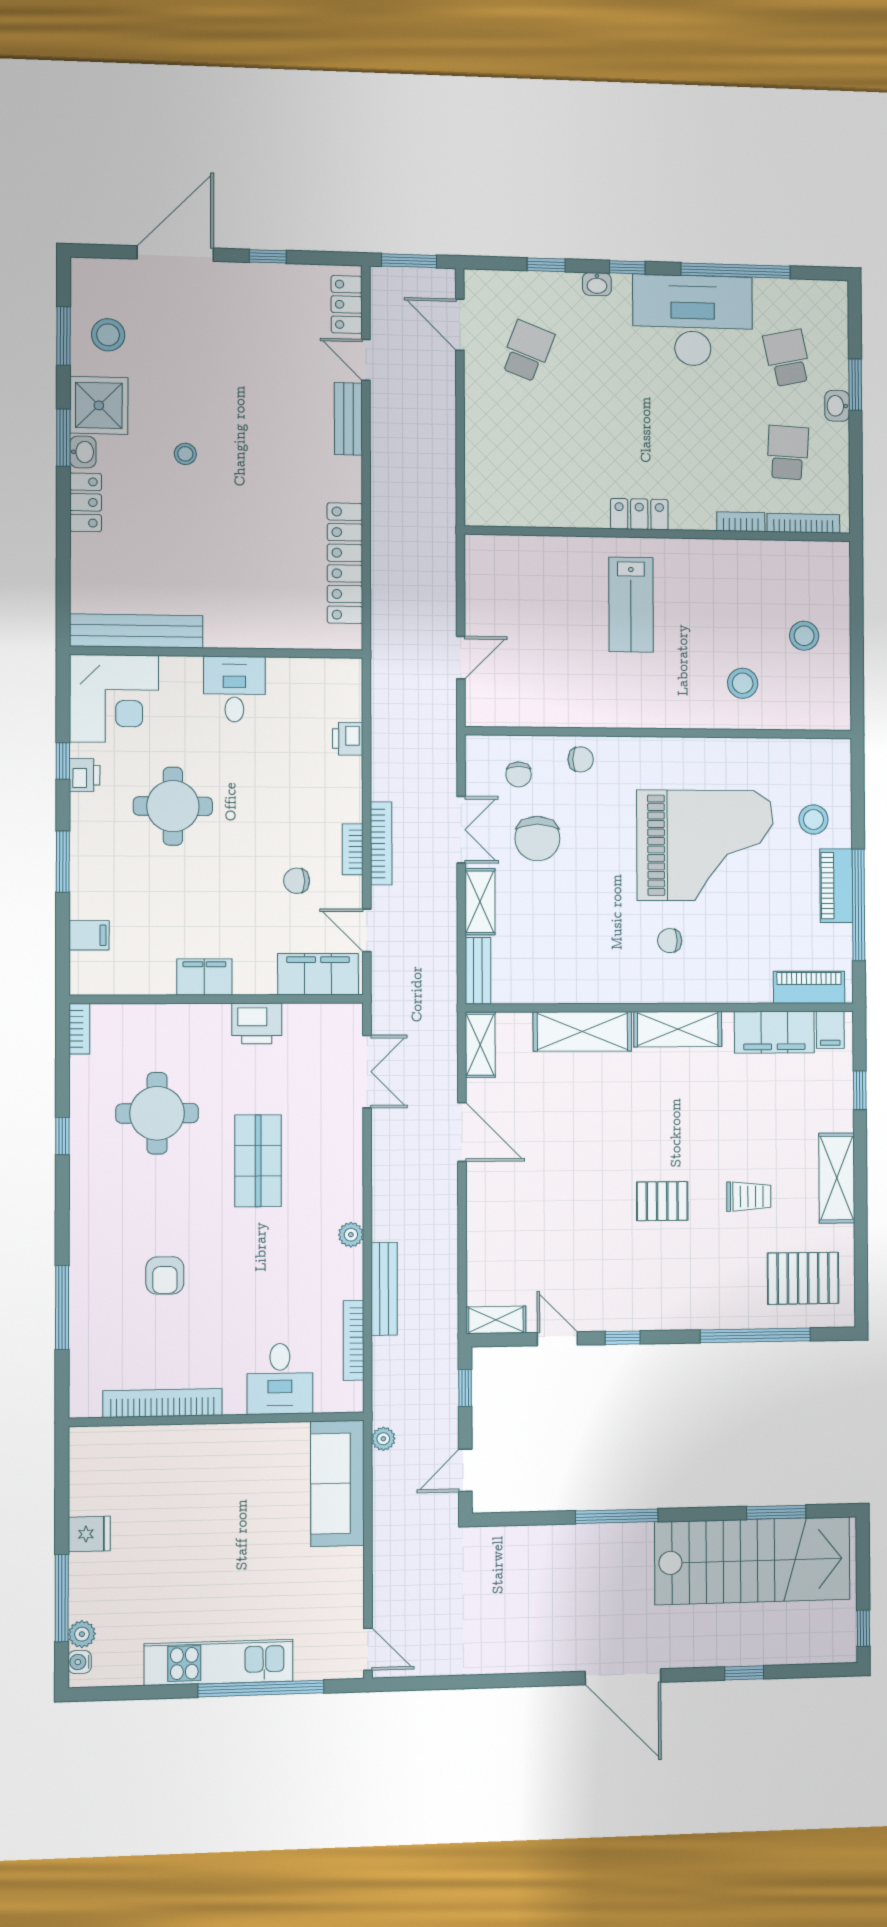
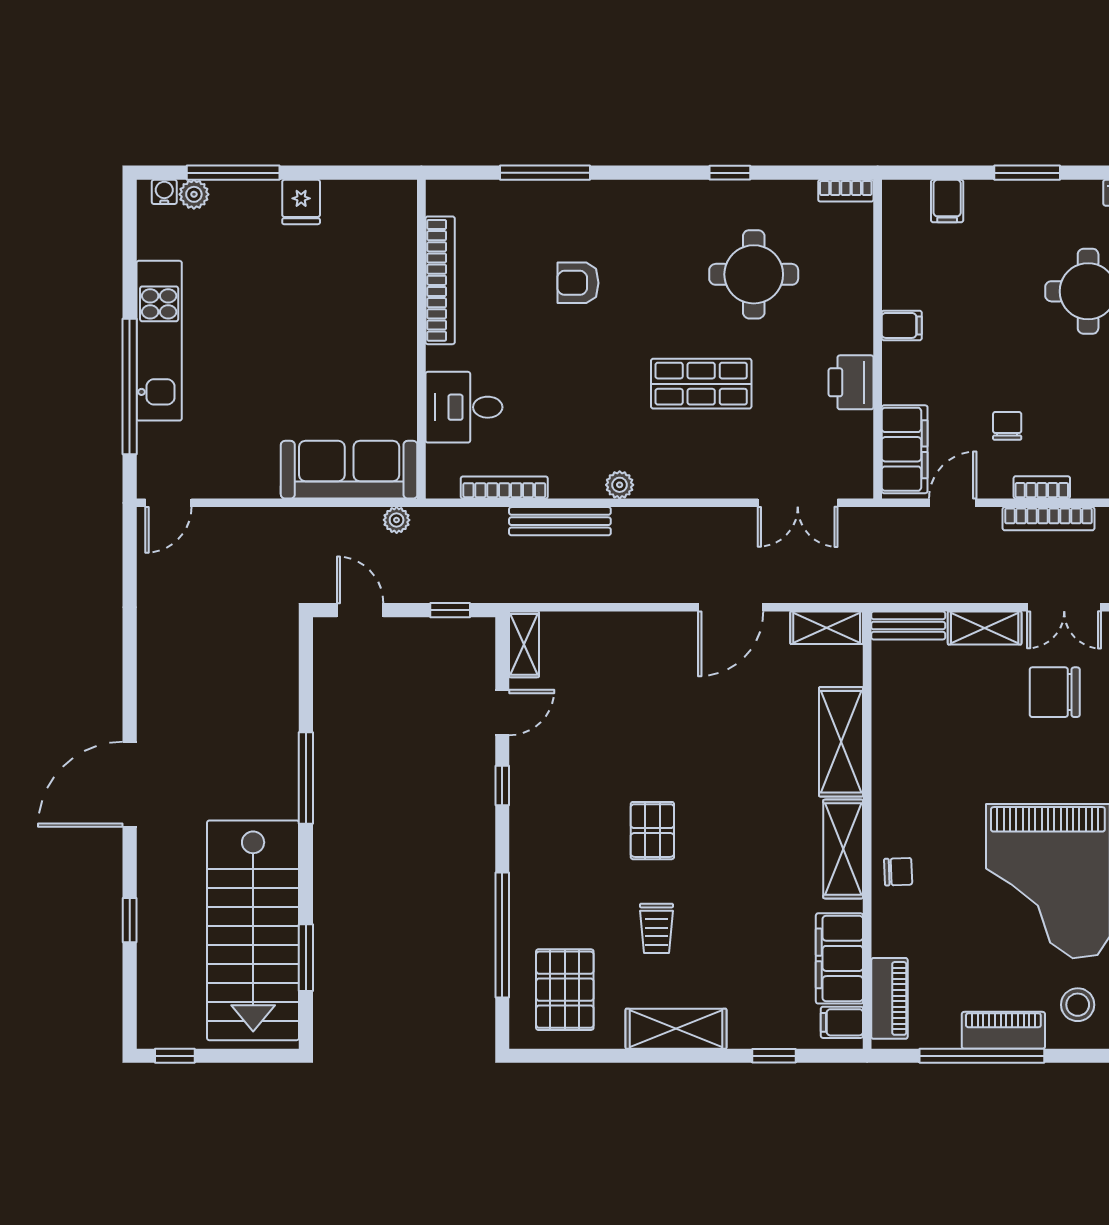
chair: (670, 941) -> (898, 872), moved, turned 88
filing cabinet: (204, 977) -> (902, 325), width x0.50

